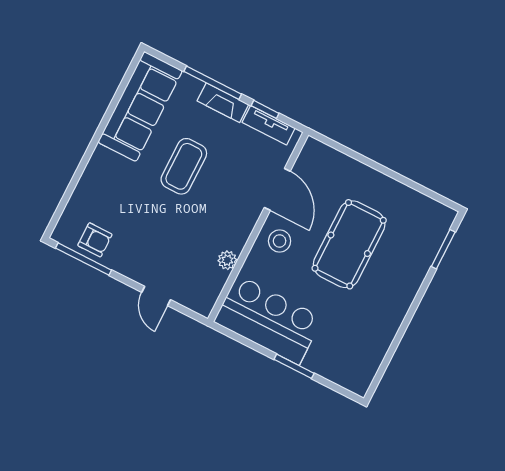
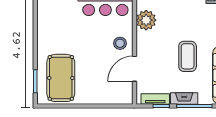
door: (277, 189) -> (134, 69), hinge flipped
pool table: (349, 244) -> (61, 78), moved
plant: (227, 260) -> (146, 20), width x1.87, depth x1.87

